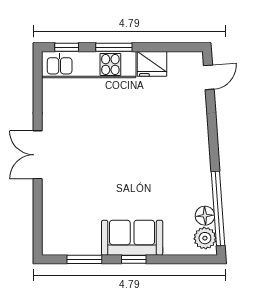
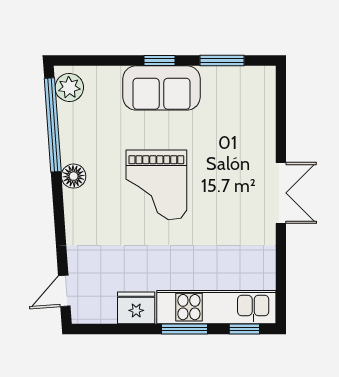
grand piano: (136, 161) -> (156, 185), added
floor lamp: (205, 216) -> (74, 176), moved

